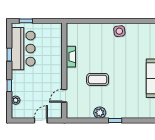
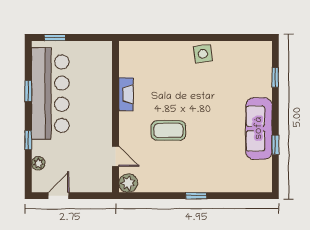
bar counter: (23, 49) -> (50, 94), width x1.36
door: (64, 96) -> (116, 156), swing flipped
plant: (100, 113) -> (128, 183), moved
door: (41, 121) -> (59, 196), moved

